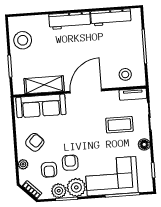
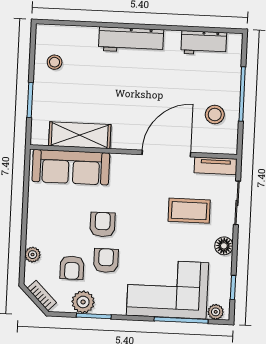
workbench: (111, 17) -> (204, 43), width x0.73
stool: (23, 40) -> (55, 62), width x0.53, depth x0.53
stool: (125, 74) -> (215, 115), moved
door: (86, 91) -> (166, 154), moved
armchair: (35, 142) -> (103, 224), moved, turned -44
plant: (76, 187) -> (216, 312), moved, width x0.53, depth x0.53

